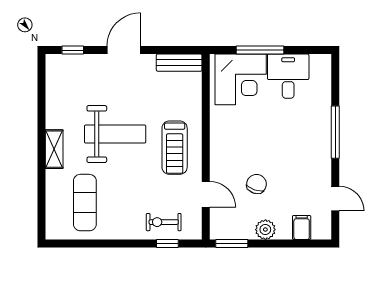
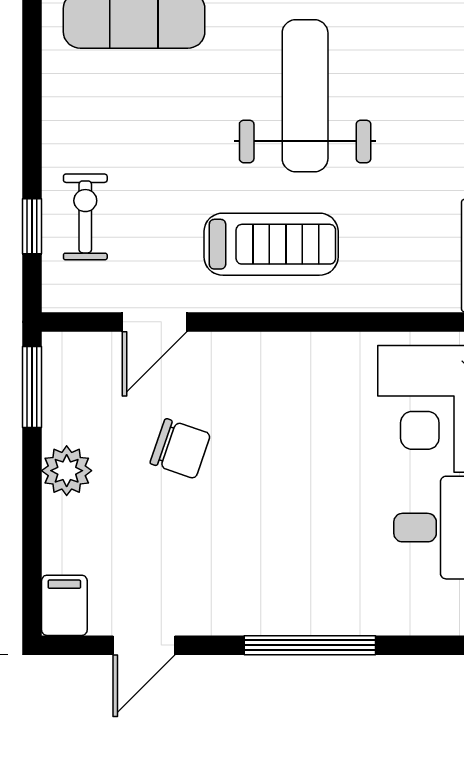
weight bench: (115, 134) -> (305, 96), turned 180
treadmill: (175, 148) -> (271, 244), turned 180
filing cabinet: (302, 227) -> (64, 605), moved, turned -90

